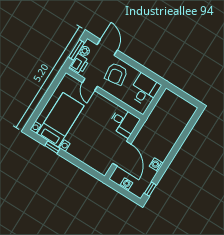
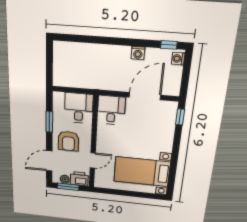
window: (140, 68) -> (49, 122), added
armchair: (116, 74) -> (68, 141), turned 98
desk: (145, 90) -> (79, 108), moved, turned 90
window: (52, 147) -> (180, 117), moved
washing machine: (126, 184) -> (178, 59), moved

